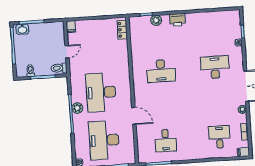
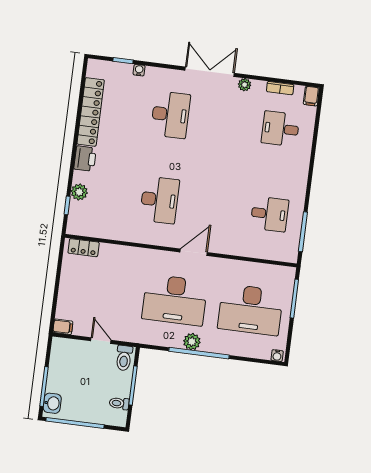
locker: (207, 18) -> (91, 112), added
desk: (215, 67) -> (170, 115), turned 180
door: (134, 116) -> (194, 252), moved

